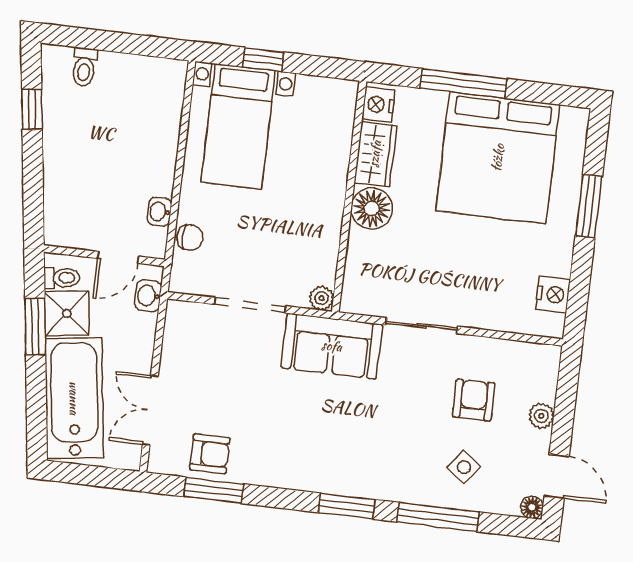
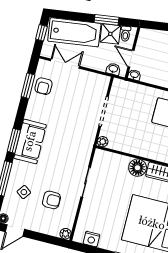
washbasin: (159, 212) -> (134, 75), moved
chair: (190, 238) -> (135, 90), removed
sofa: (332, 346) -> (30, 141), moved, turned 180
plant: (541, 416) -> (65, 234), moved
window: (85, 475) -> (41, 33), added

